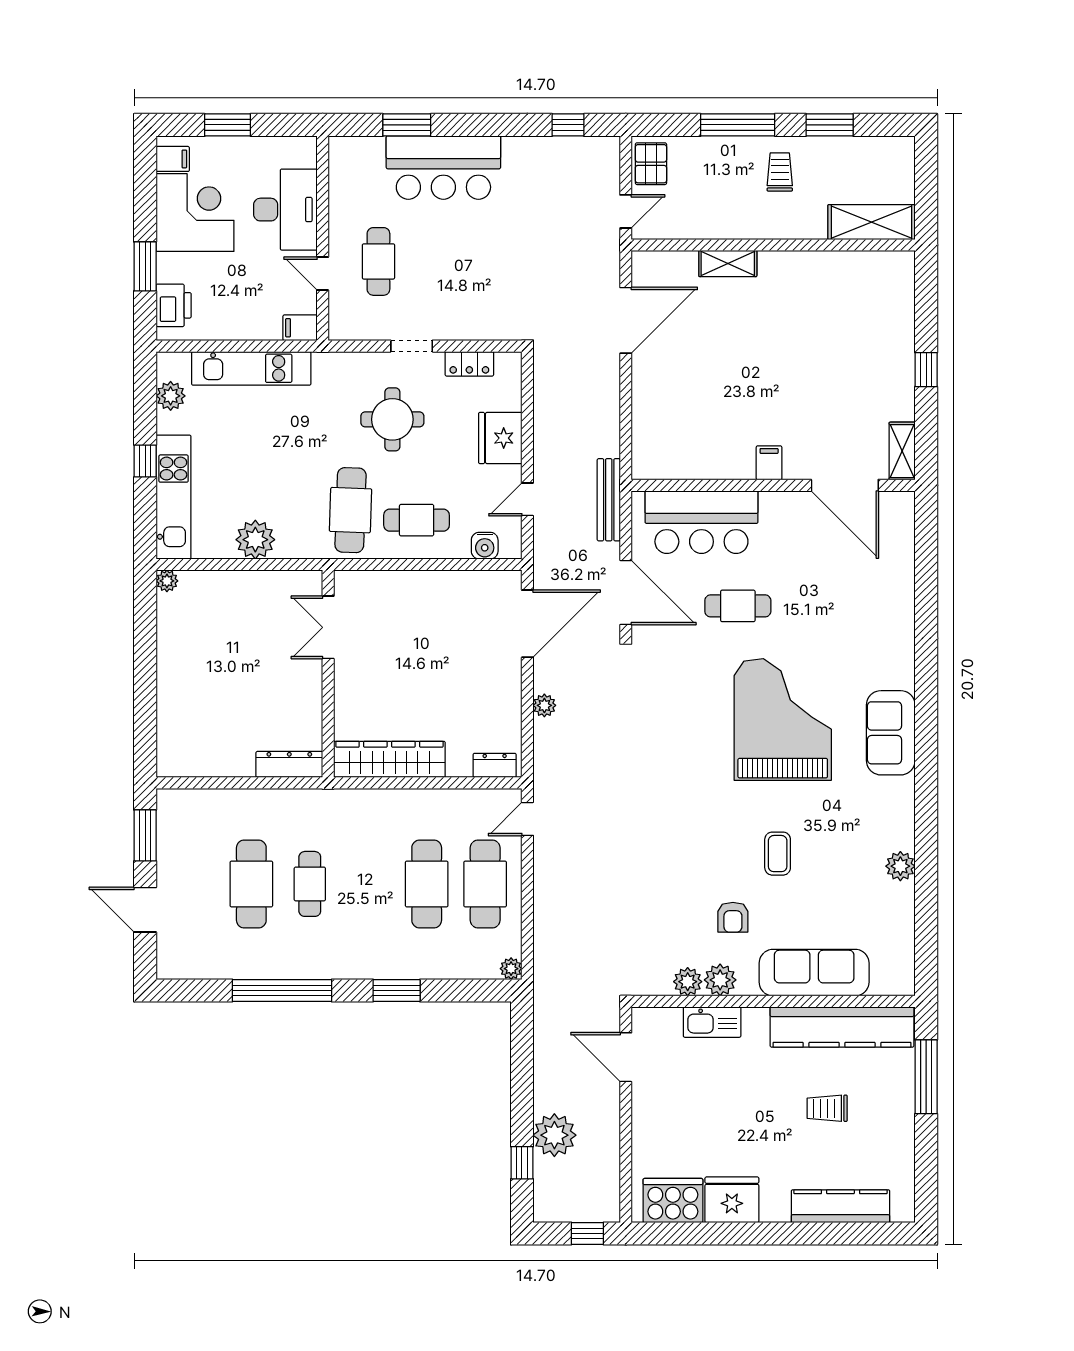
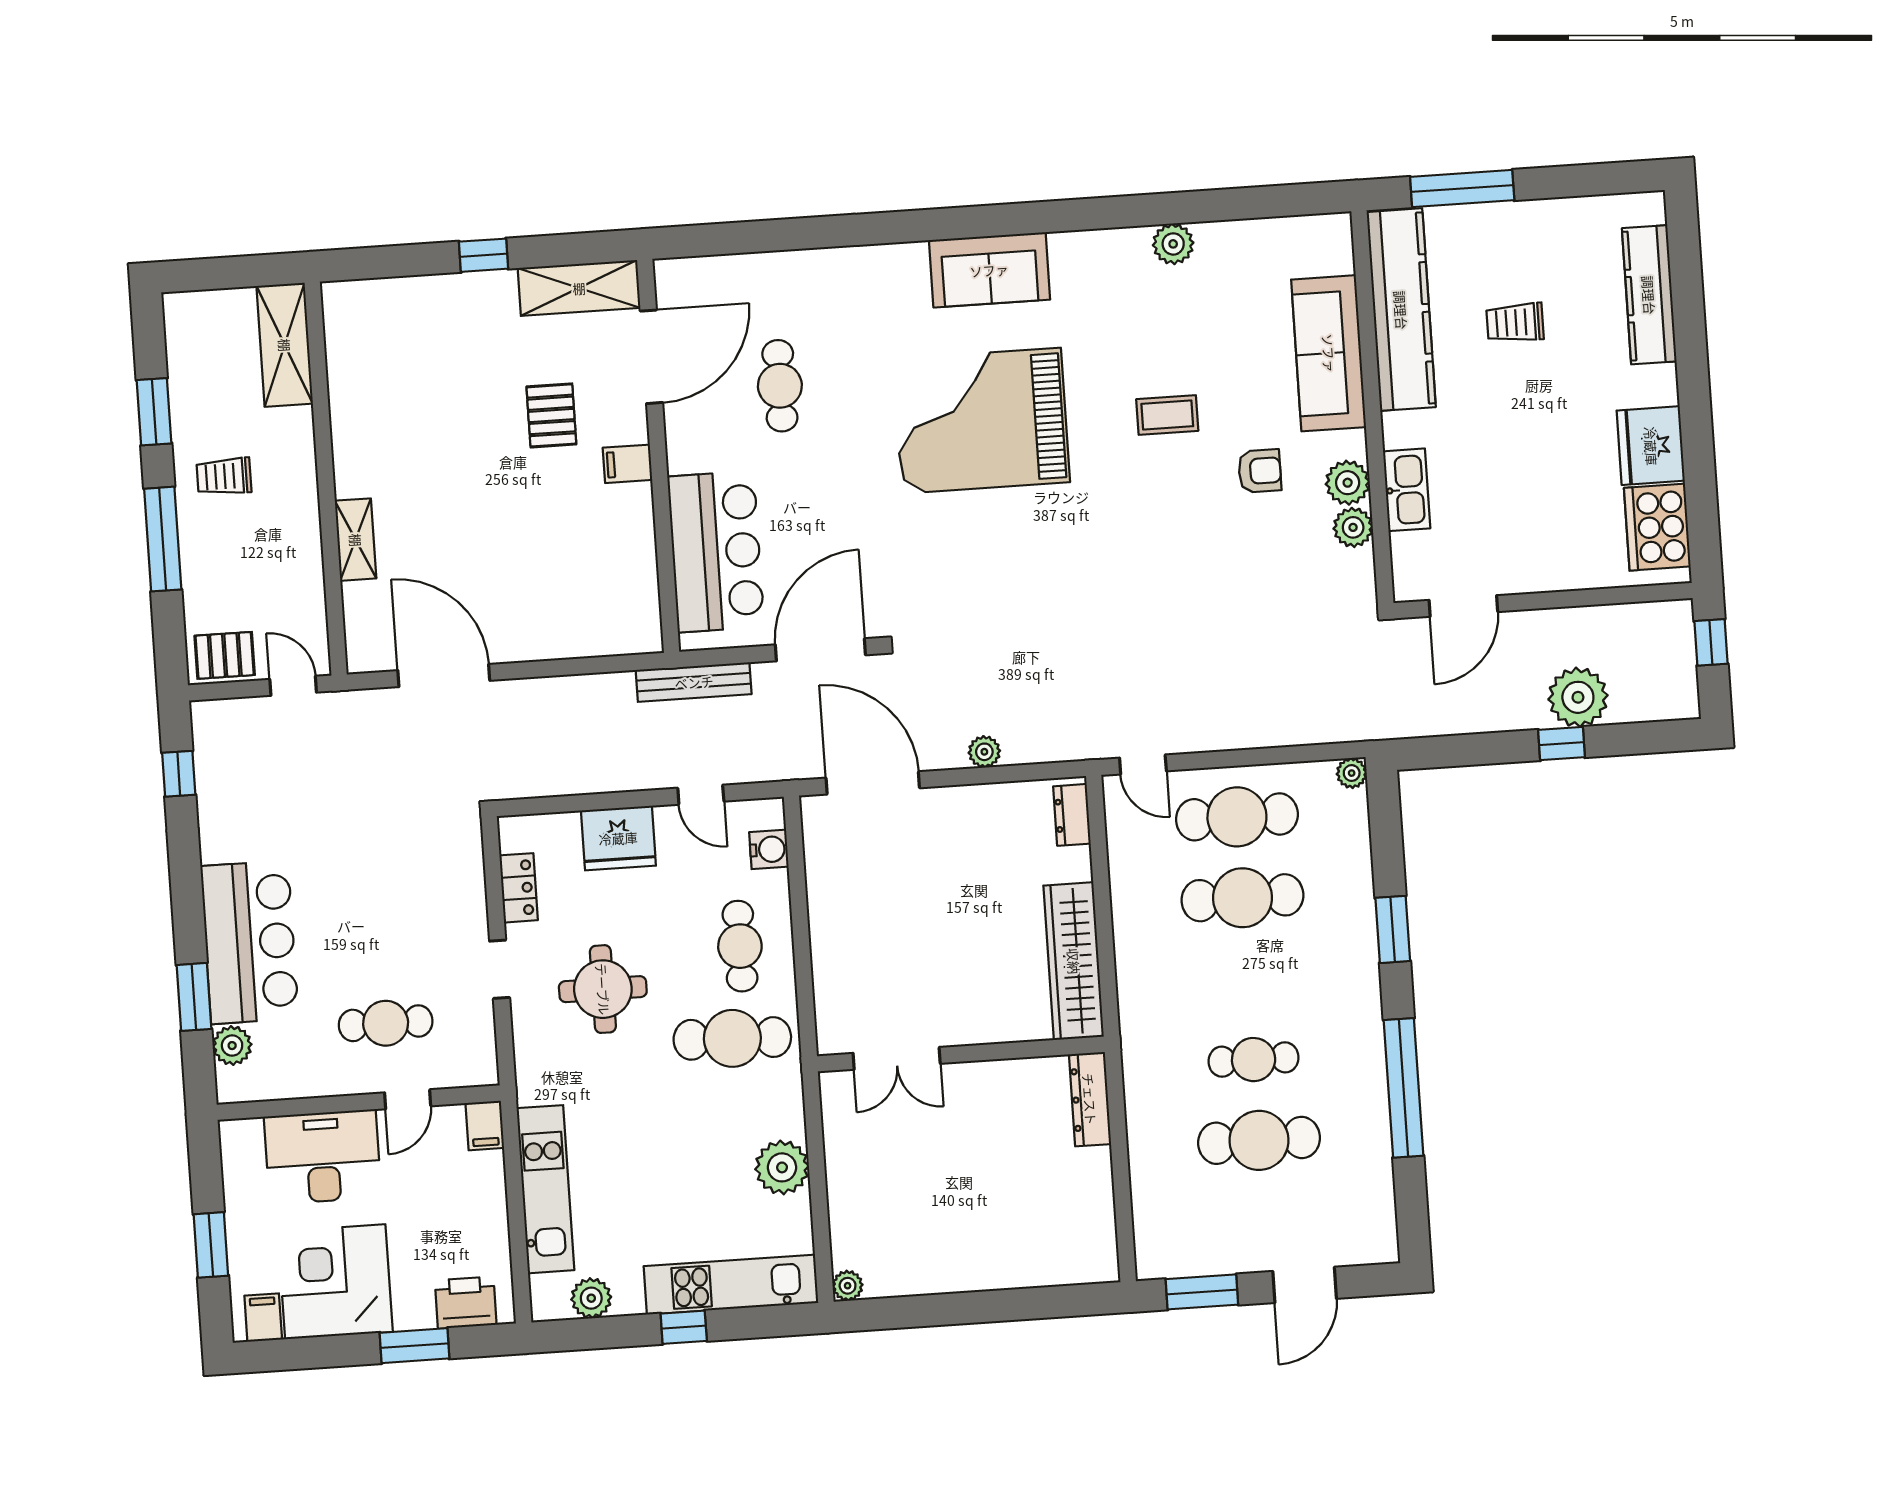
plant: (370, 150) -> (232, 1046), added
pallet: (808, 410) -> (551, 415), added
shelving: (902, 451) -> (579, 288), width x1.50, depth x1.33
cafe table: (738, 606) -> (780, 386), moved
trolley: (827, 1108) -> (1515, 323), turned 90
window: (522, 1163) -> (1562, 744), moved

